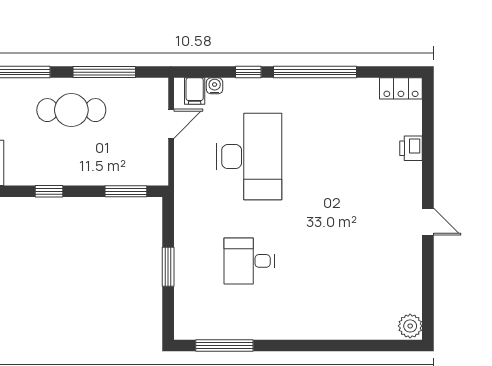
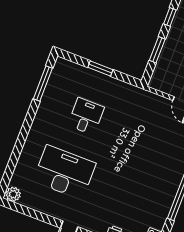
desk: (249, 157) -> (64, 172), moved, turned 180
window: (126, 191) -> (157, 50), moved

